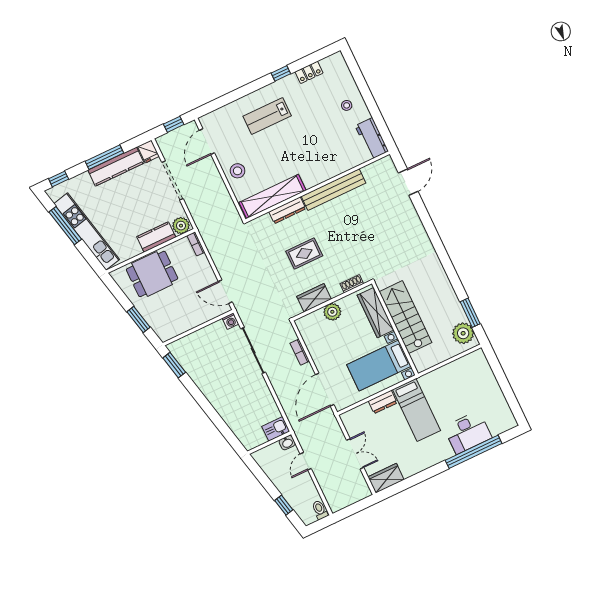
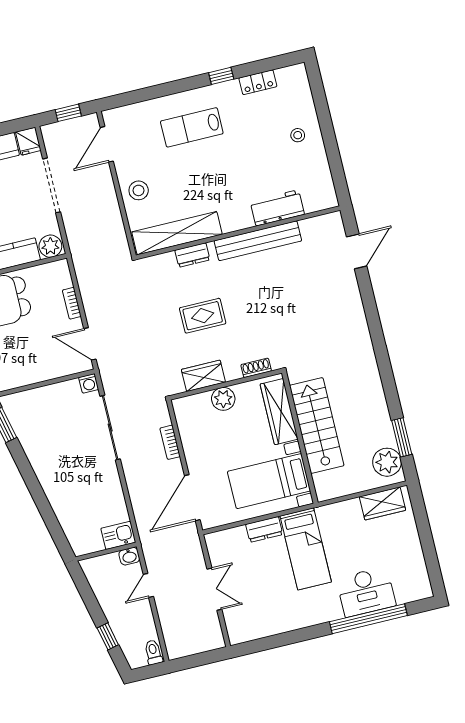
workbench: (372, 138) -> (277, 208), moved, turned 90
dresser: (287, 210) -> (192, 255), width x0.70
bookcase: (196, 244) -> (72, 303), moved
wardrobe: (386, 478) -> (382, 504), moved, turned 180

